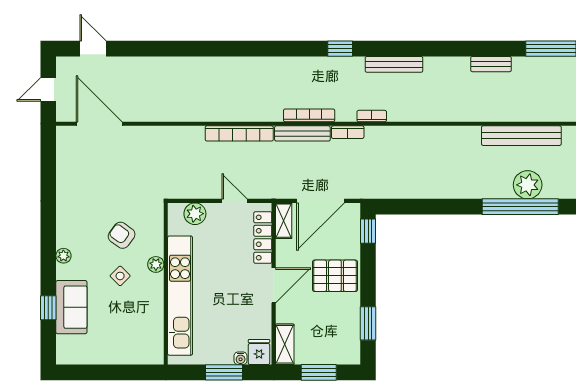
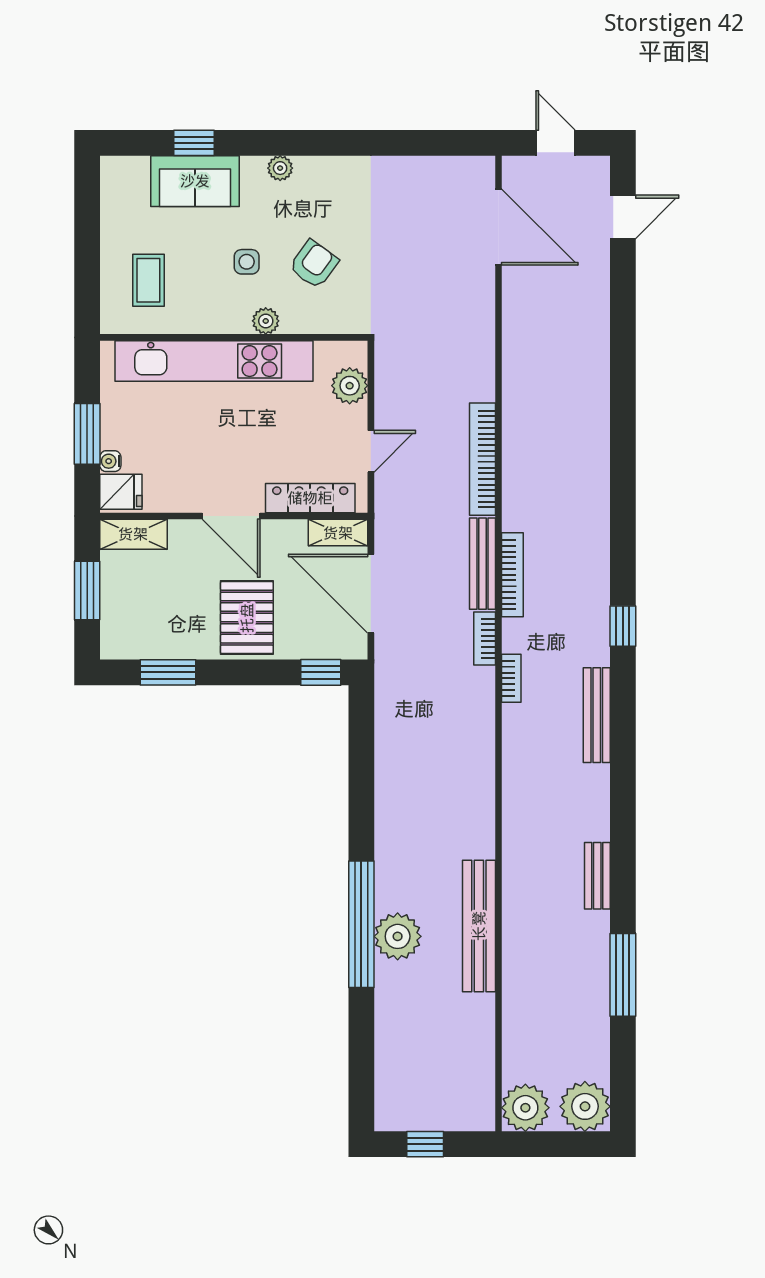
door: (99, 124) -> (498, 227), hinge flipped
side table: (120, 276) -> (247, 262), turned 45
coffee table: (131, 335) -> (148, 280), added

